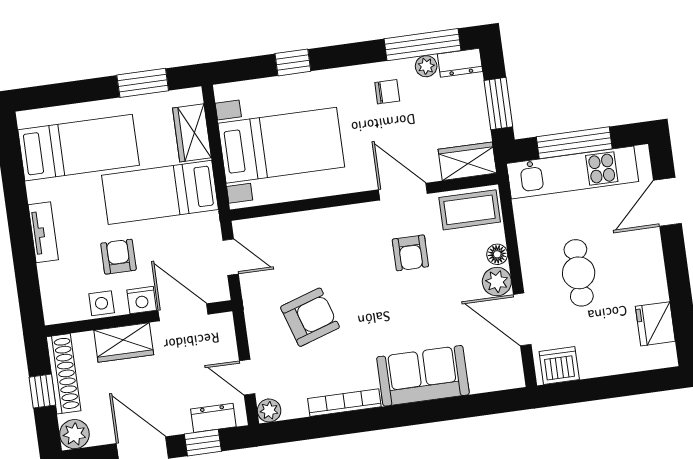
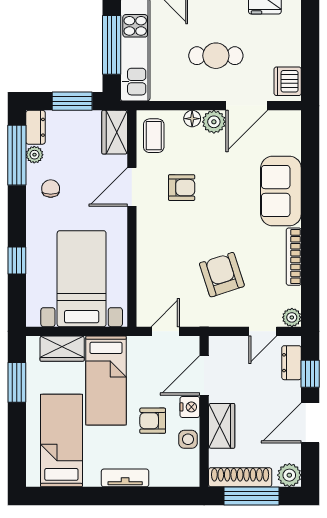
coffee table: (470, 210) -> (154, 136), width x0.73, depth x0.77
window: (42, 391) -> (252, 496), width x2.17

